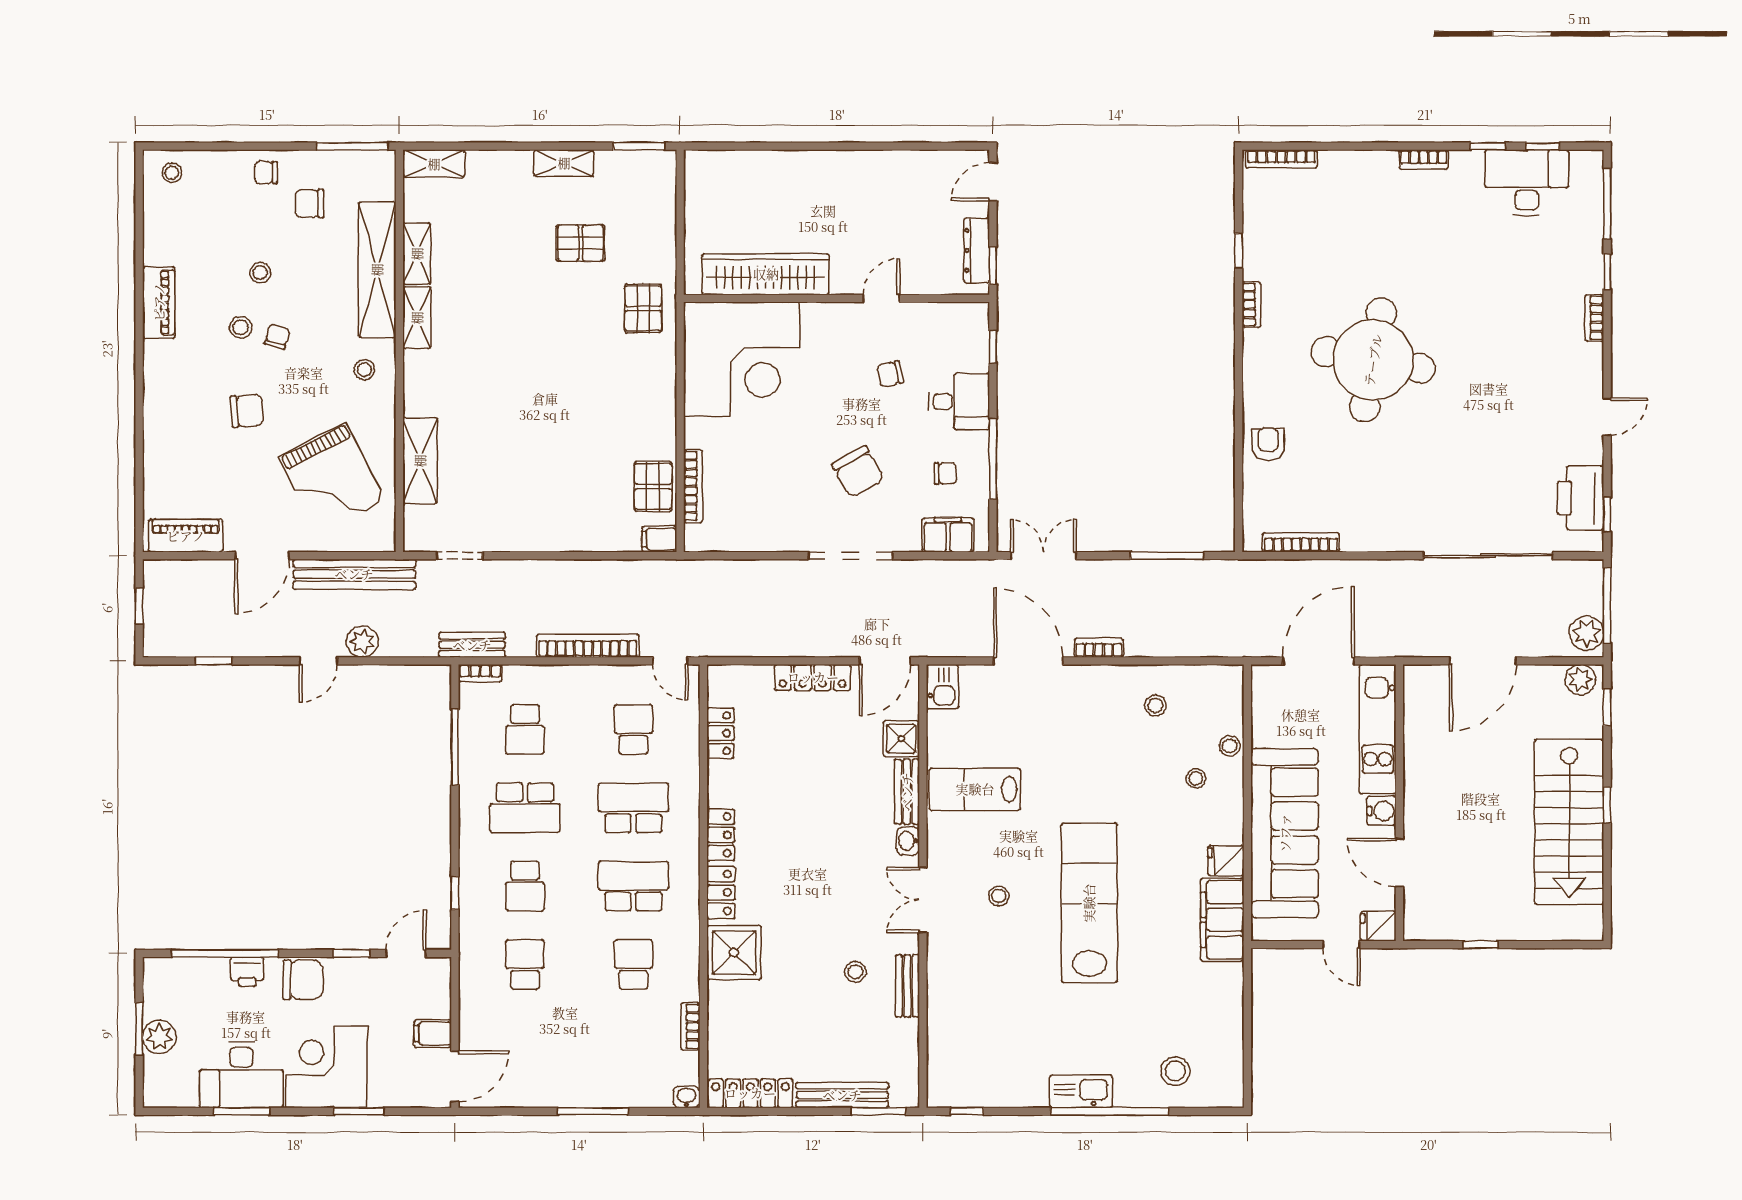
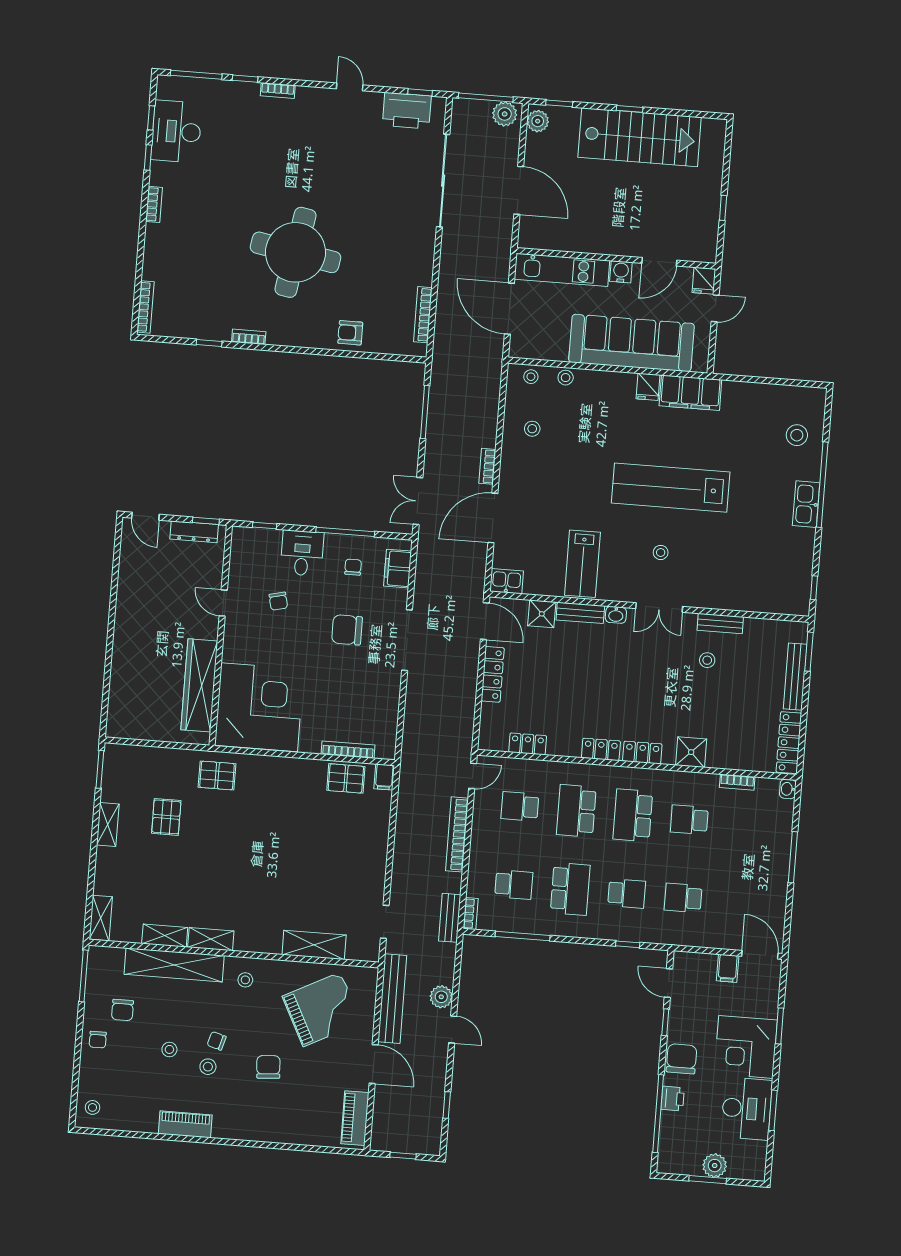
chair: (858, 472) -> (347, 630), turned -151
stool: (1196, 778) -> (531, 377), moved
shower: (734, 952) -> (691, 752), width x0.73, depth x0.73

